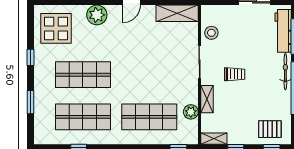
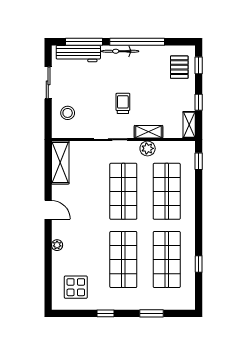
plant: (97, 15) -> (57, 245), width x0.53, depth x0.53
display table: (56, 28) -> (76, 287), width x0.73, depth x0.73
stool: (211, 33) -> (68, 113), moved
shop shelf: (149, 75) -> (123, 191), added
plant: (191, 112) -> (148, 148), moved

